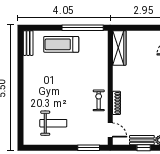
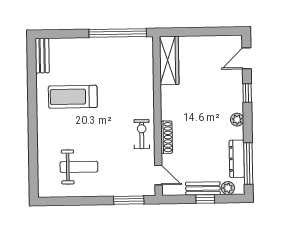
treadmill: (61, 44) -> (73, 97), moved

